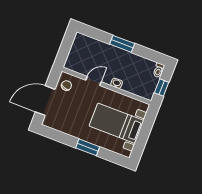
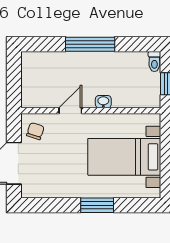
window: (122, 44) -> (90, 44), width x1.44

